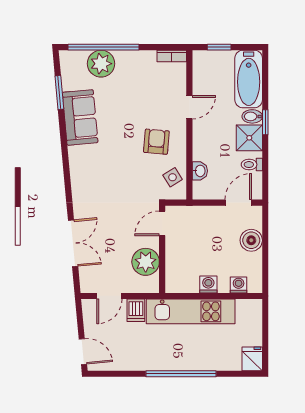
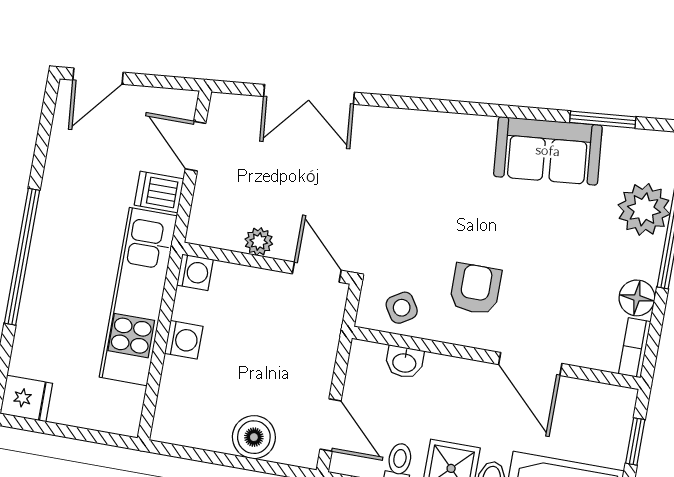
floor lamp: (146, 59) -> (637, 298), added
door: (189, 107) -> (530, 364), width x1.38
armchair: (156, 142) -> (475, 289), turned -95
plant: (146, 262) -> (259, 242), width x0.53, depth x0.53
washing machine: (239, 285) -> (195, 272), moved

